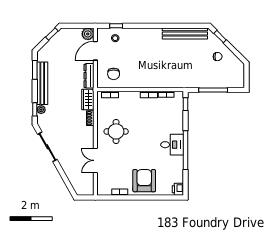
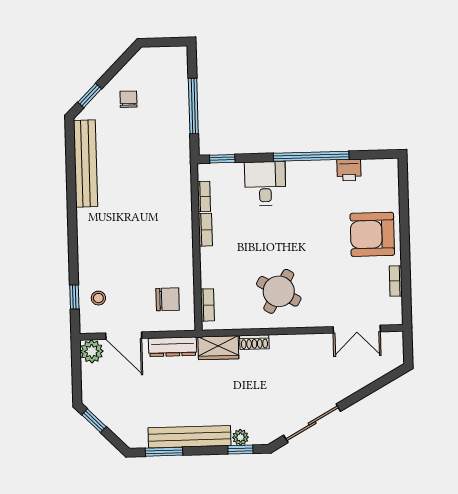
round table: (116, 131) -> (279, 291), turned 30
desk: (172, 145) -> (265, 183), moved
double door: (95, 160) -> (357, 329), moved
printer: (178, 189) -> (349, 170), moved

